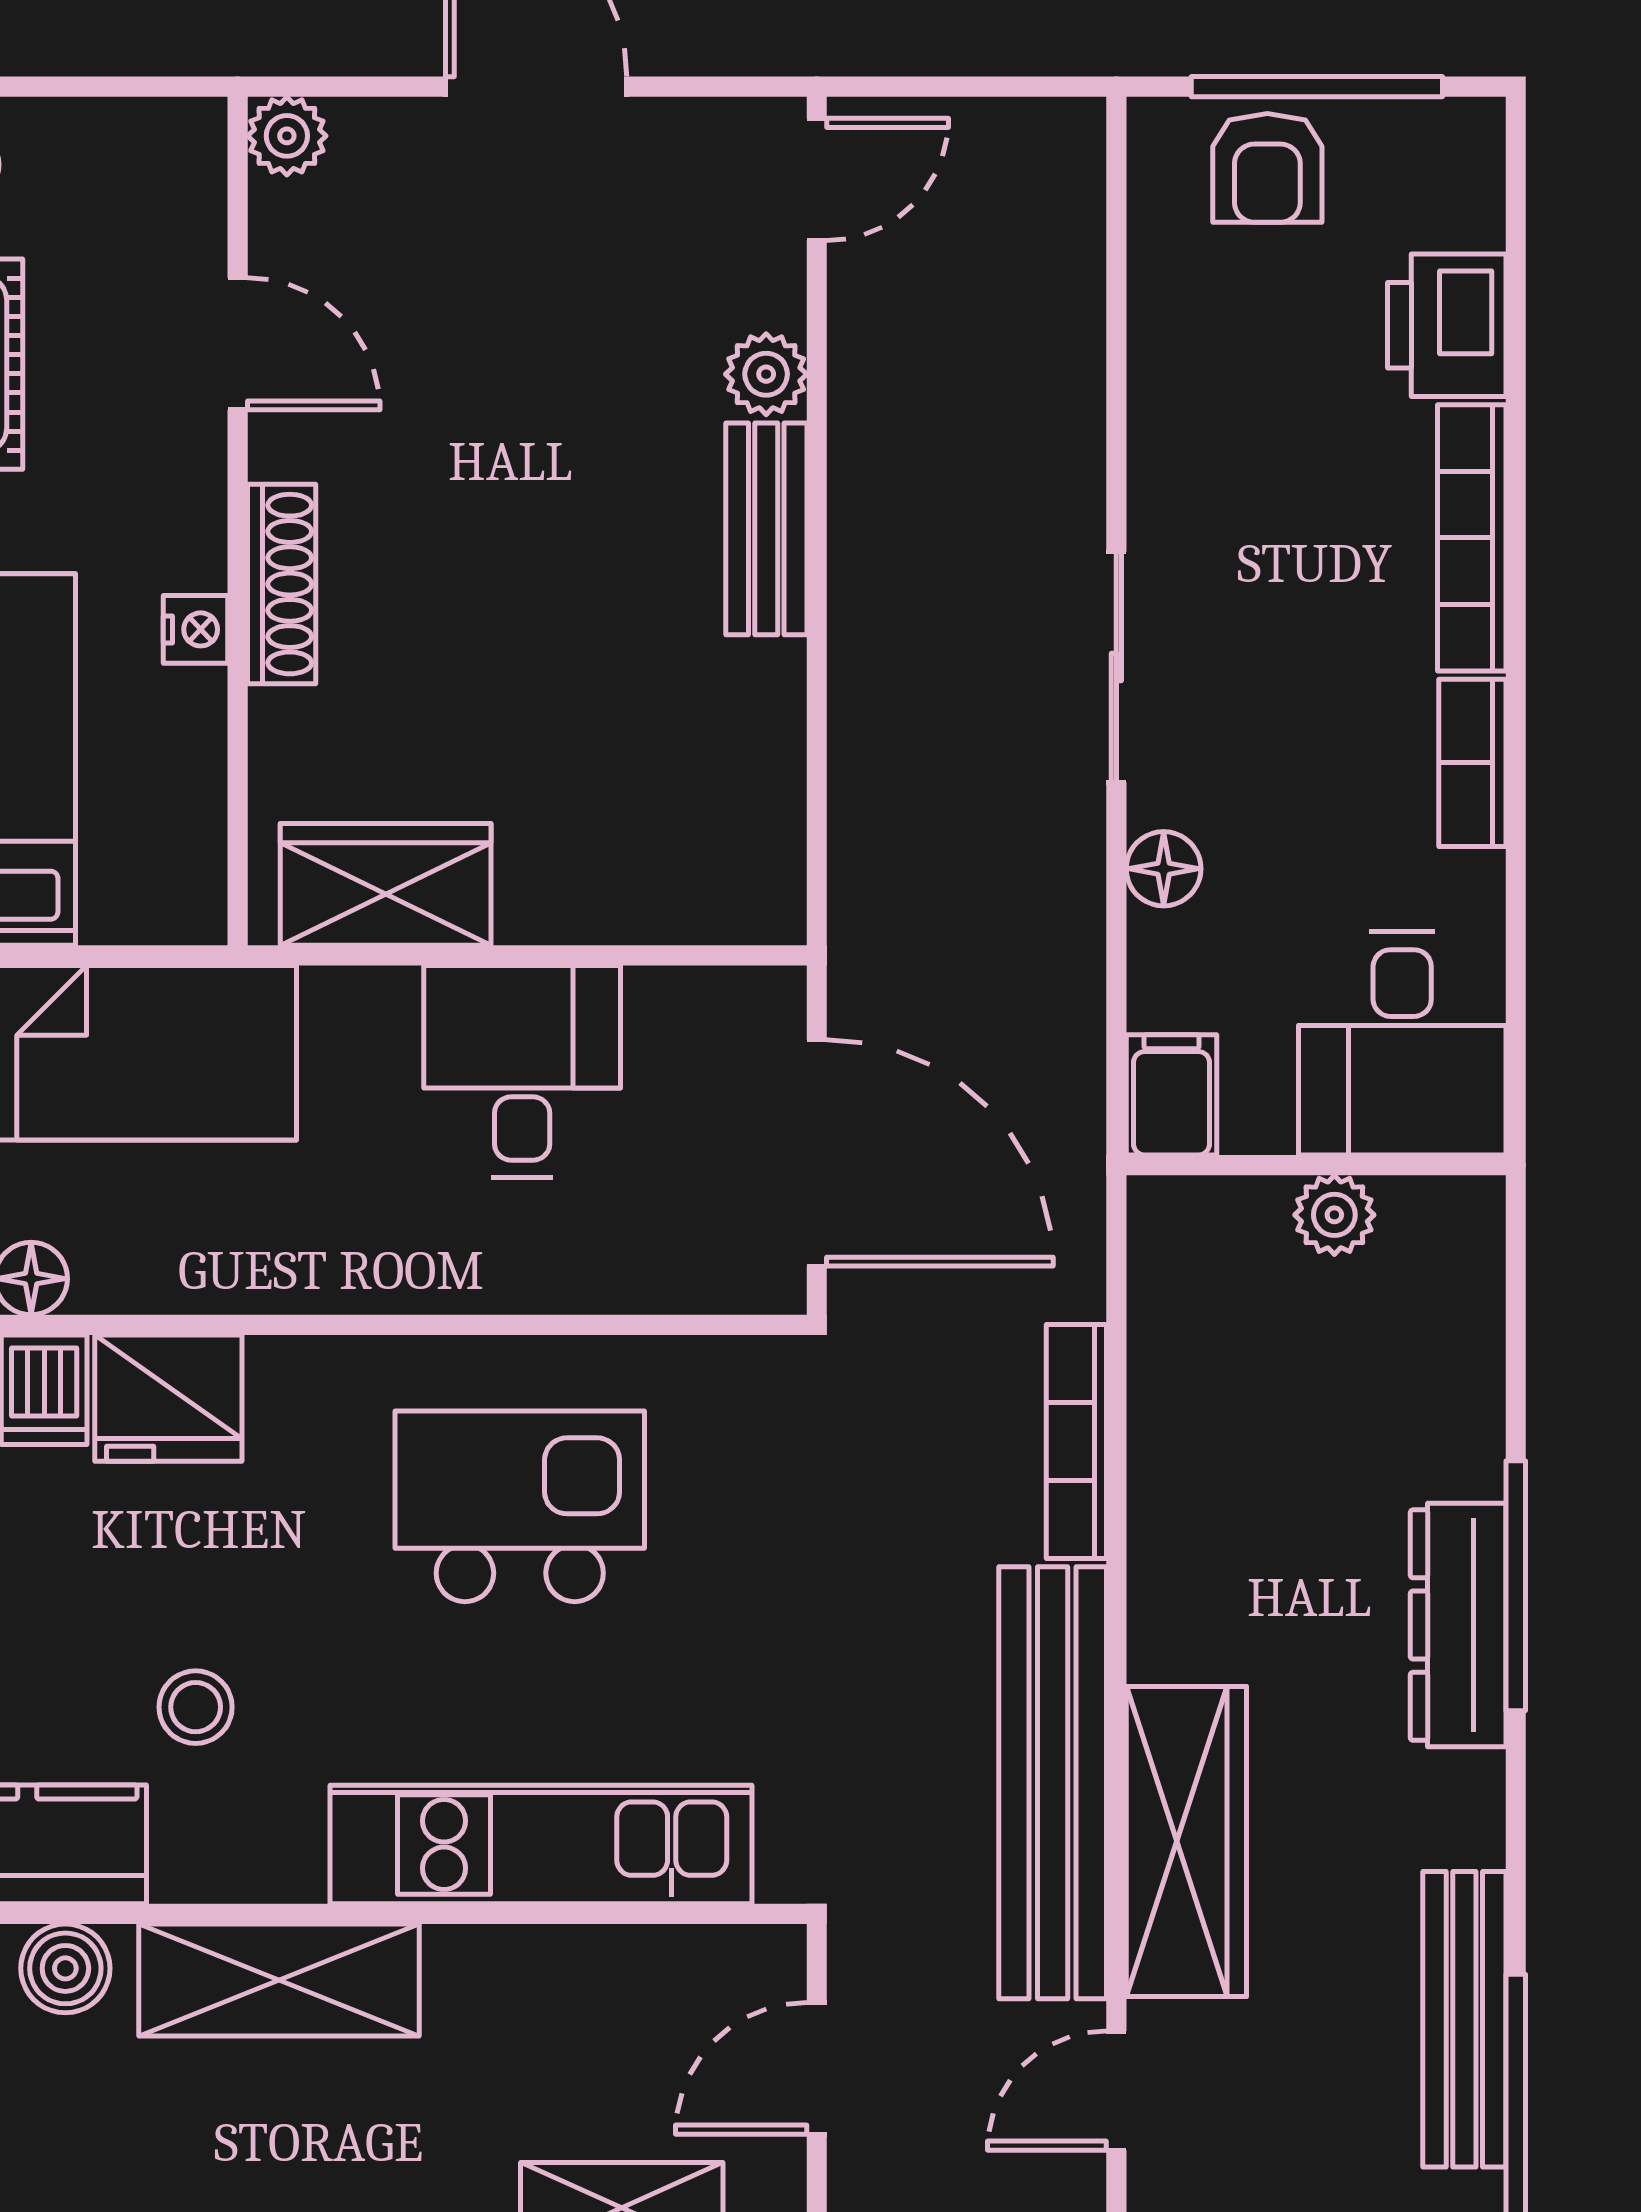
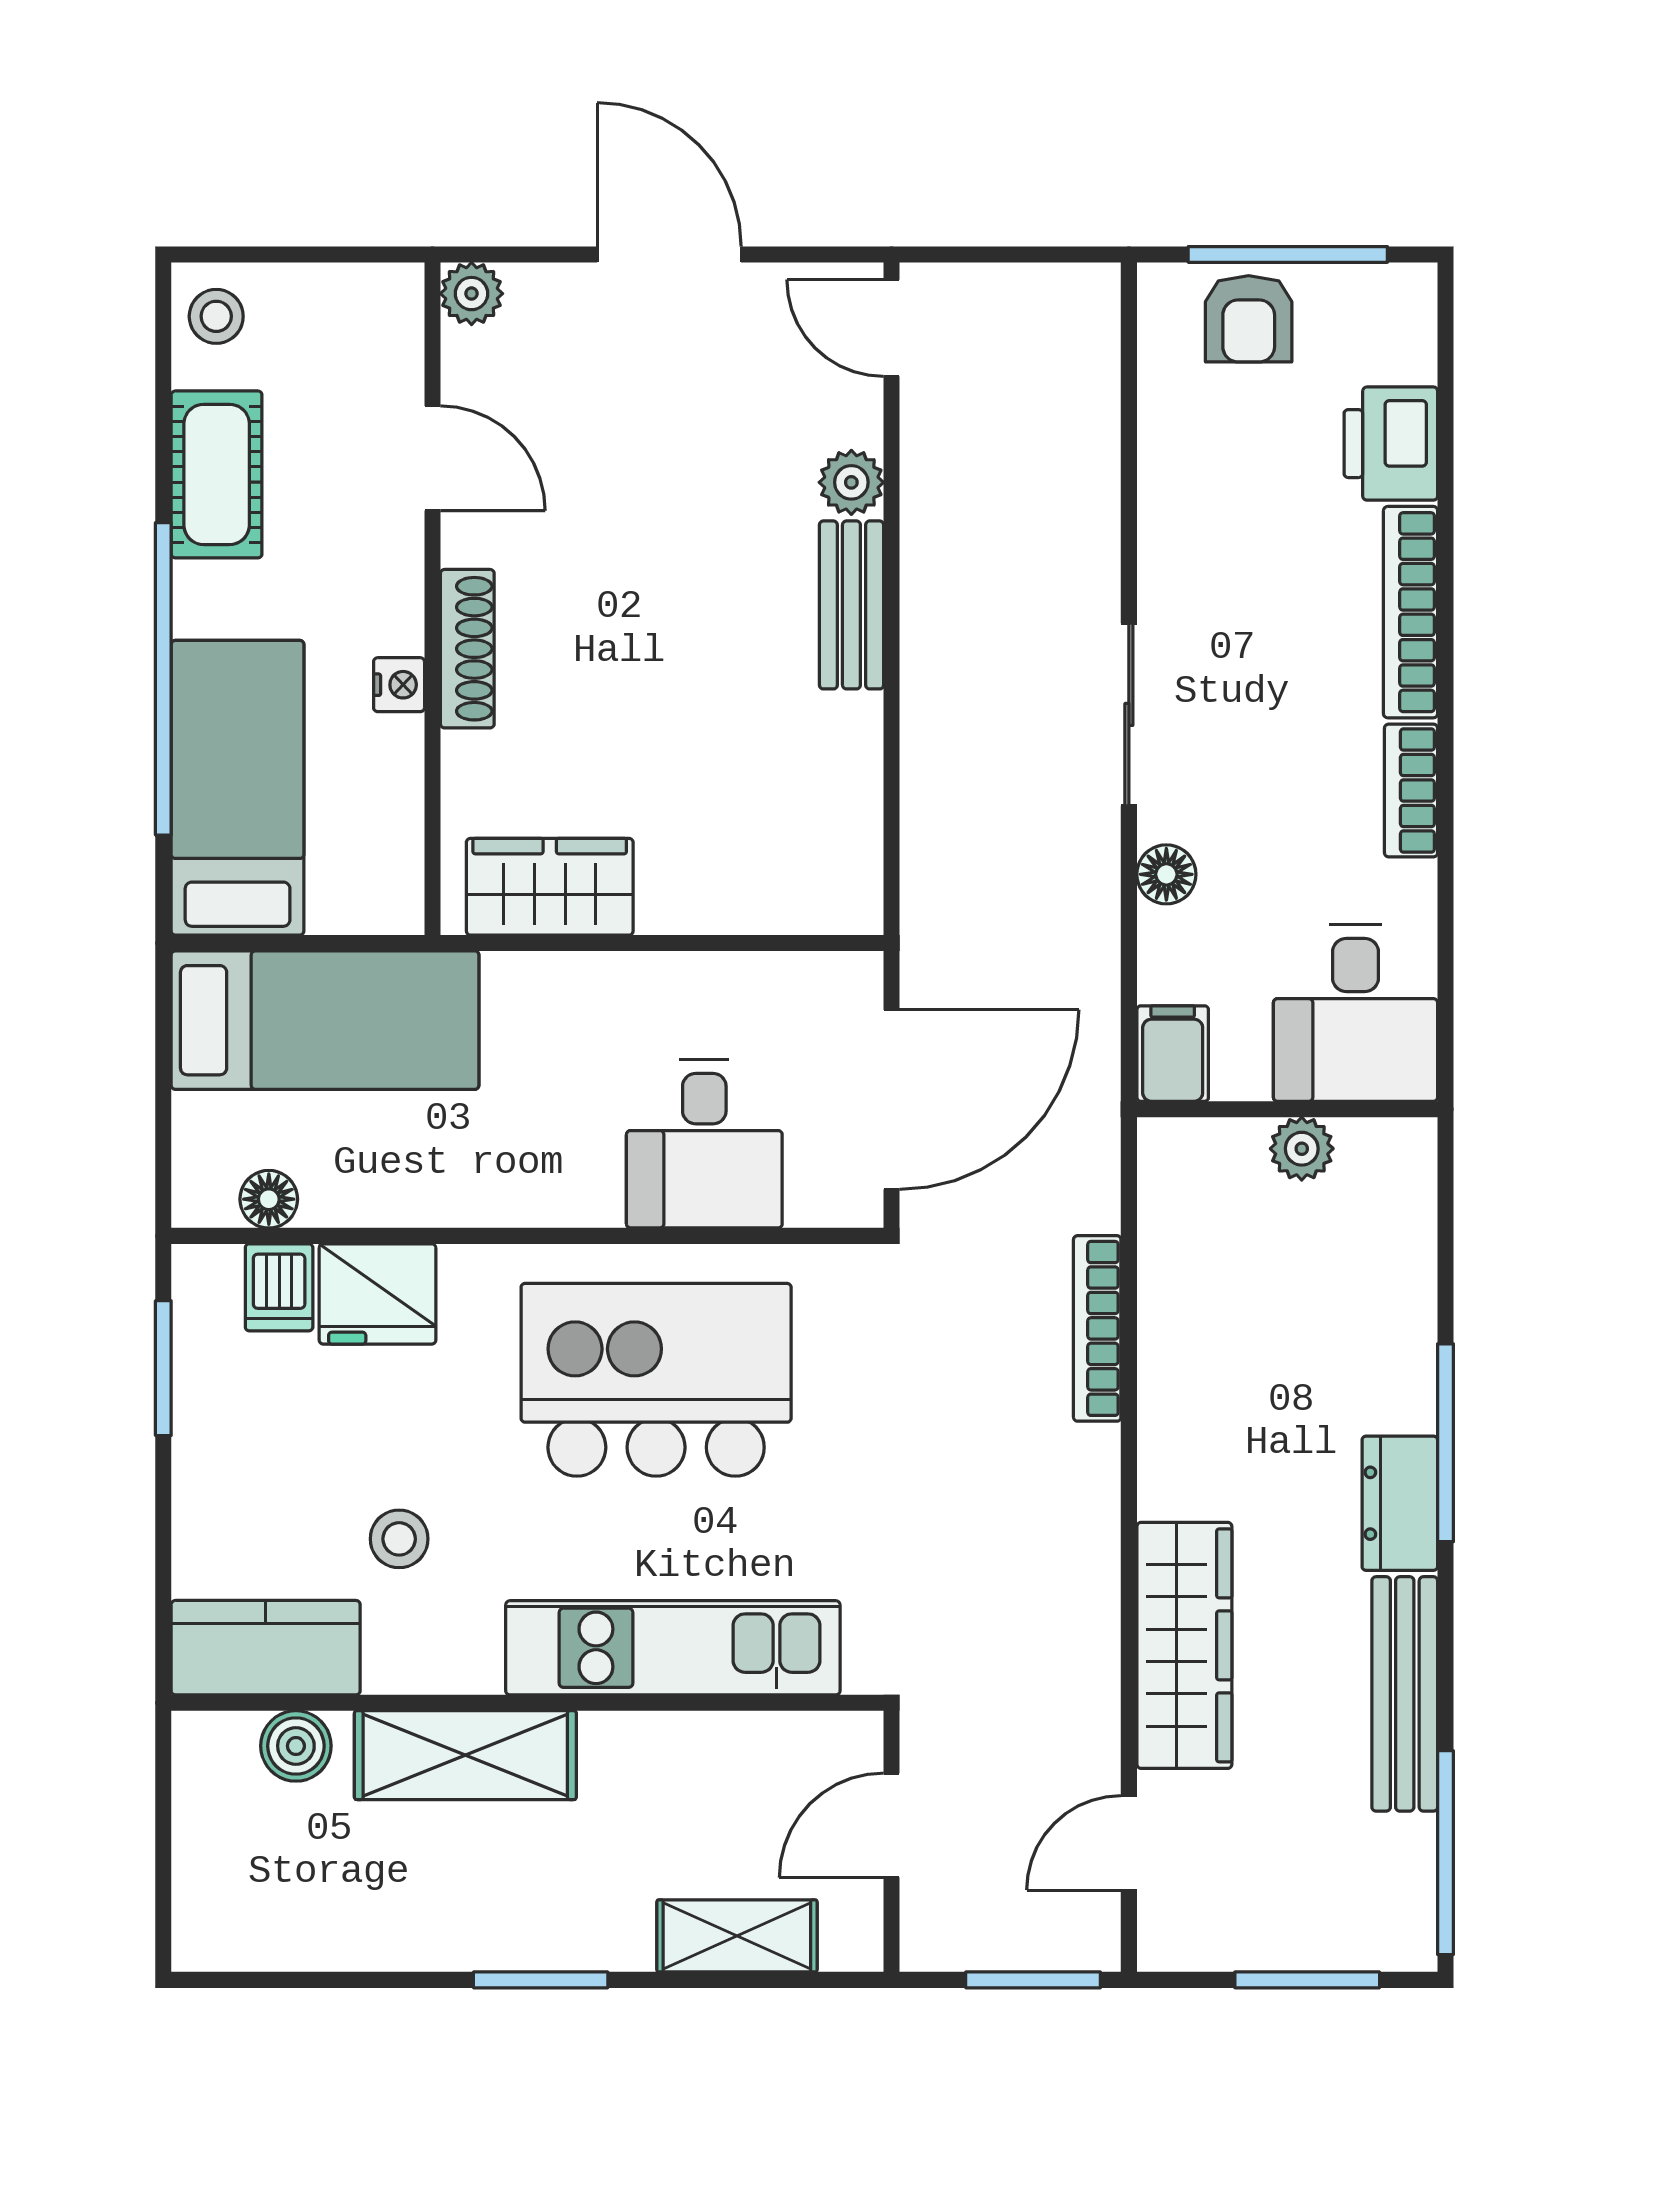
door: (817, 179) -> (891, 328), swing flipped
desk: (522, 1071) -> (704, 1144), moved, turned 180
door: (817, 1153) -> (891, 1100), hinge flipped
kitchen island: (520, 1506) -> (656, 1380), width x1.37, depth x1.28
dresser: (1458, 1625) -> (1400, 1503), width x0.70
bench: (1053, 1783) -> (1078, 1599), removed
bench: (1464, 2019) -> (1405, 1694), moved

